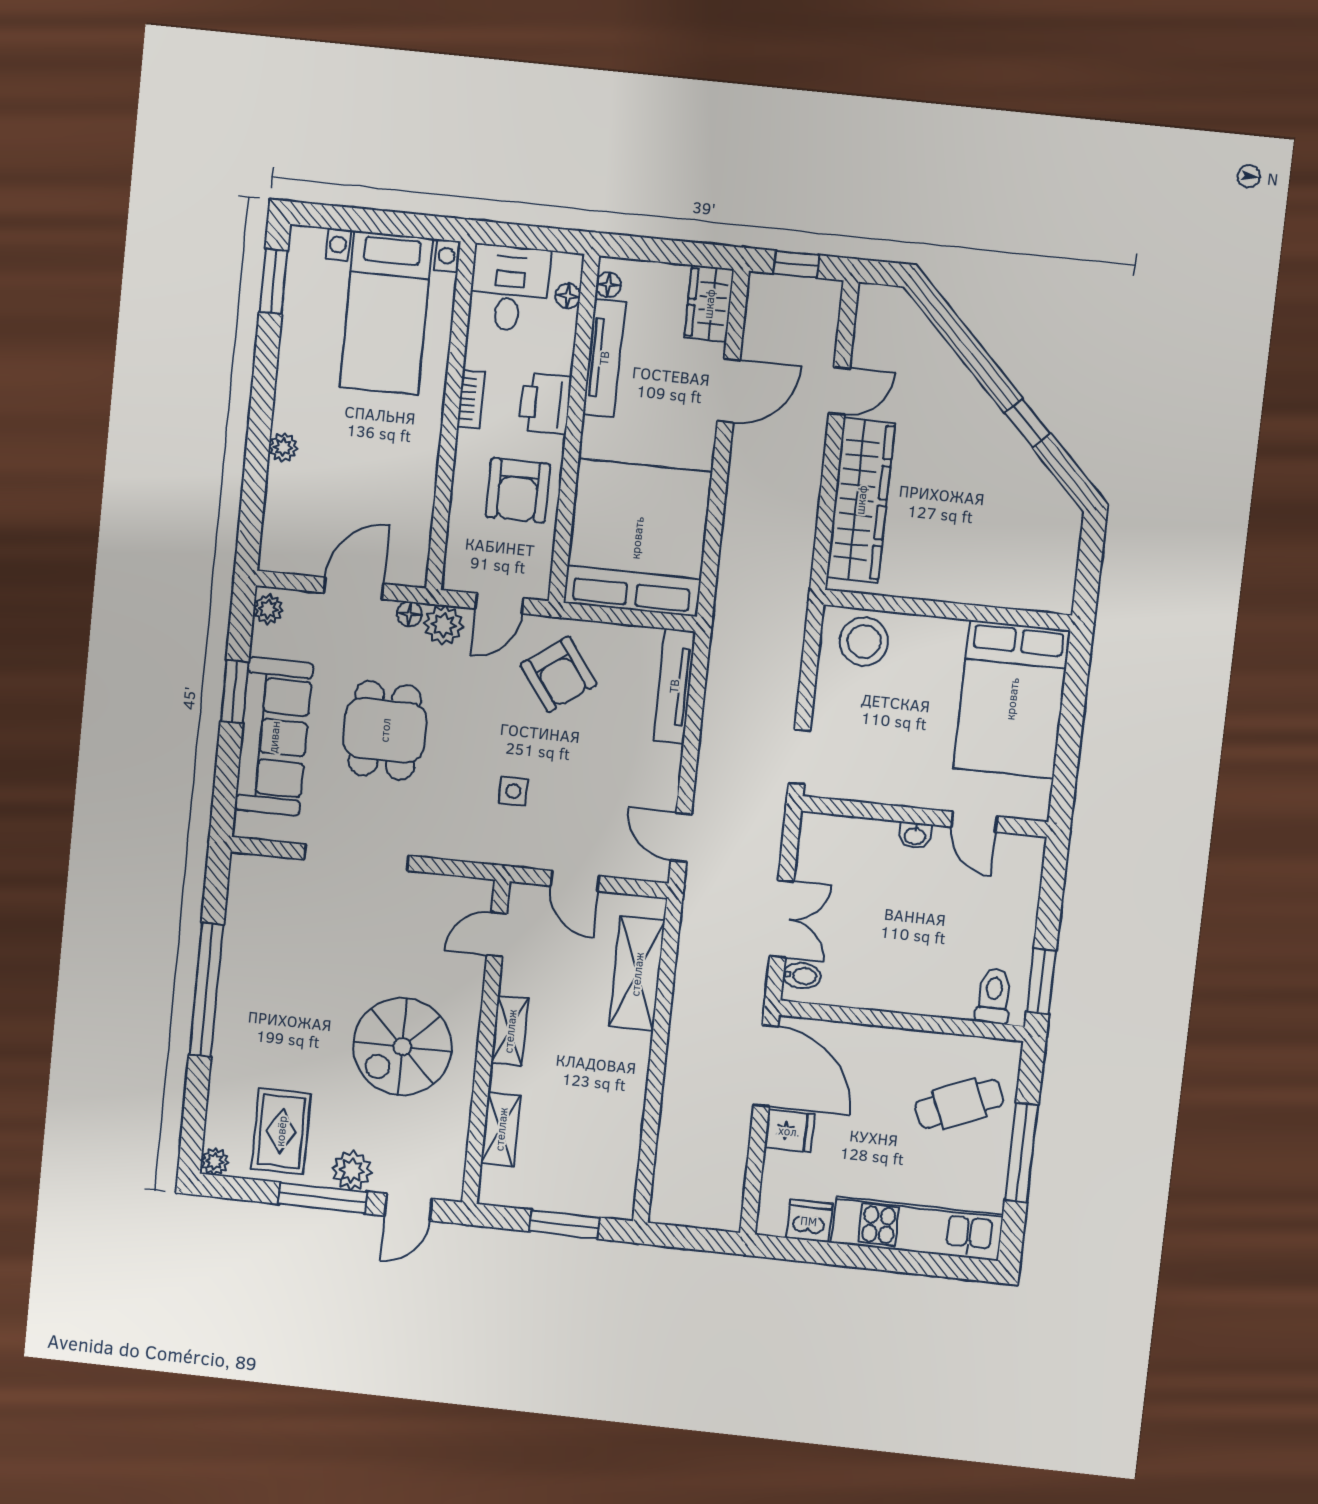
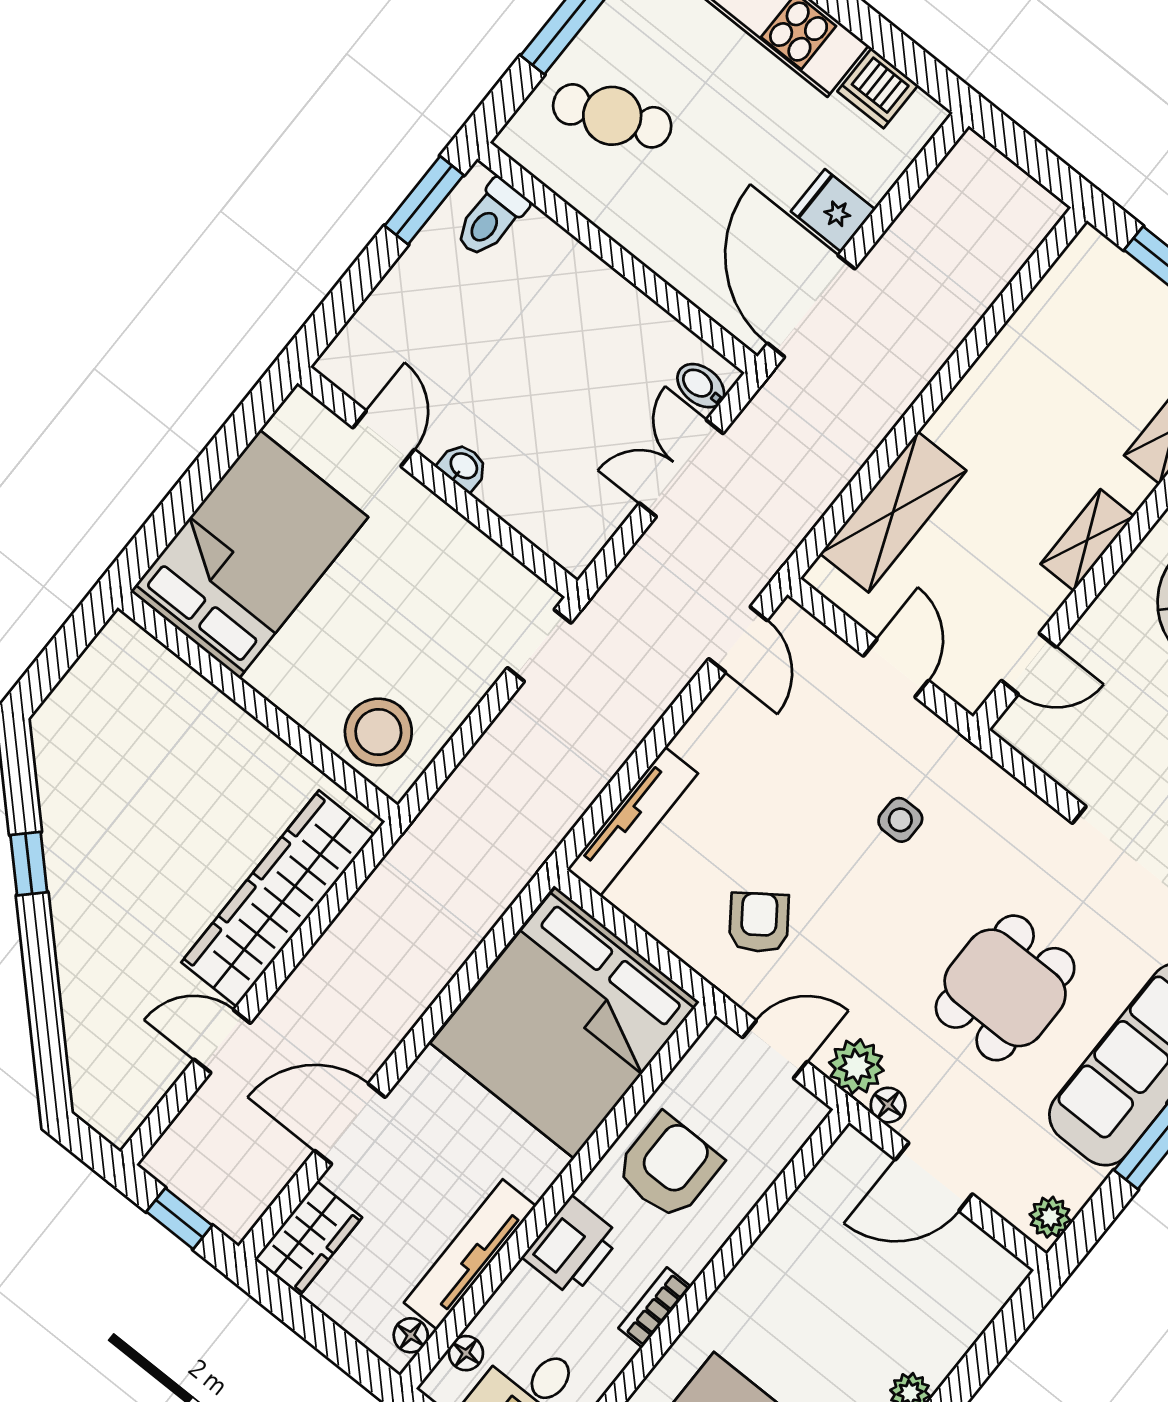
armchair: (559, 674) -> (759, 922), width x0.72, depth x0.72

